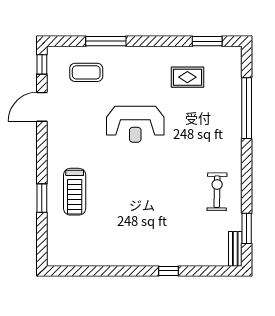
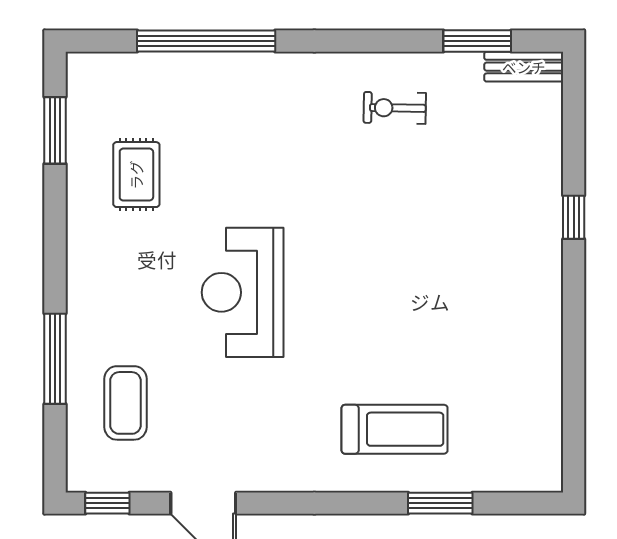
reception desk: (135, 124) -> (243, 292), turned 180
exercise bike: (217, 192) -> (395, 108), width x0.73, depth x0.72
window: (42, 198) -> (440, 503), moved

